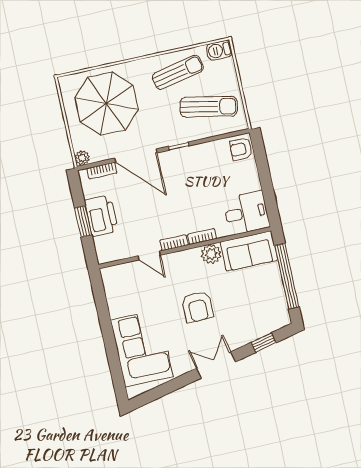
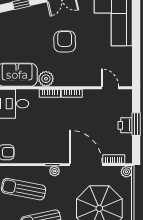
plant: (174, 139) -> (55, 171), added
printer: (101, 216) -> (125, 125), width x0.53, depth x0.68
door: (149, 256) -> (110, 88), moved

